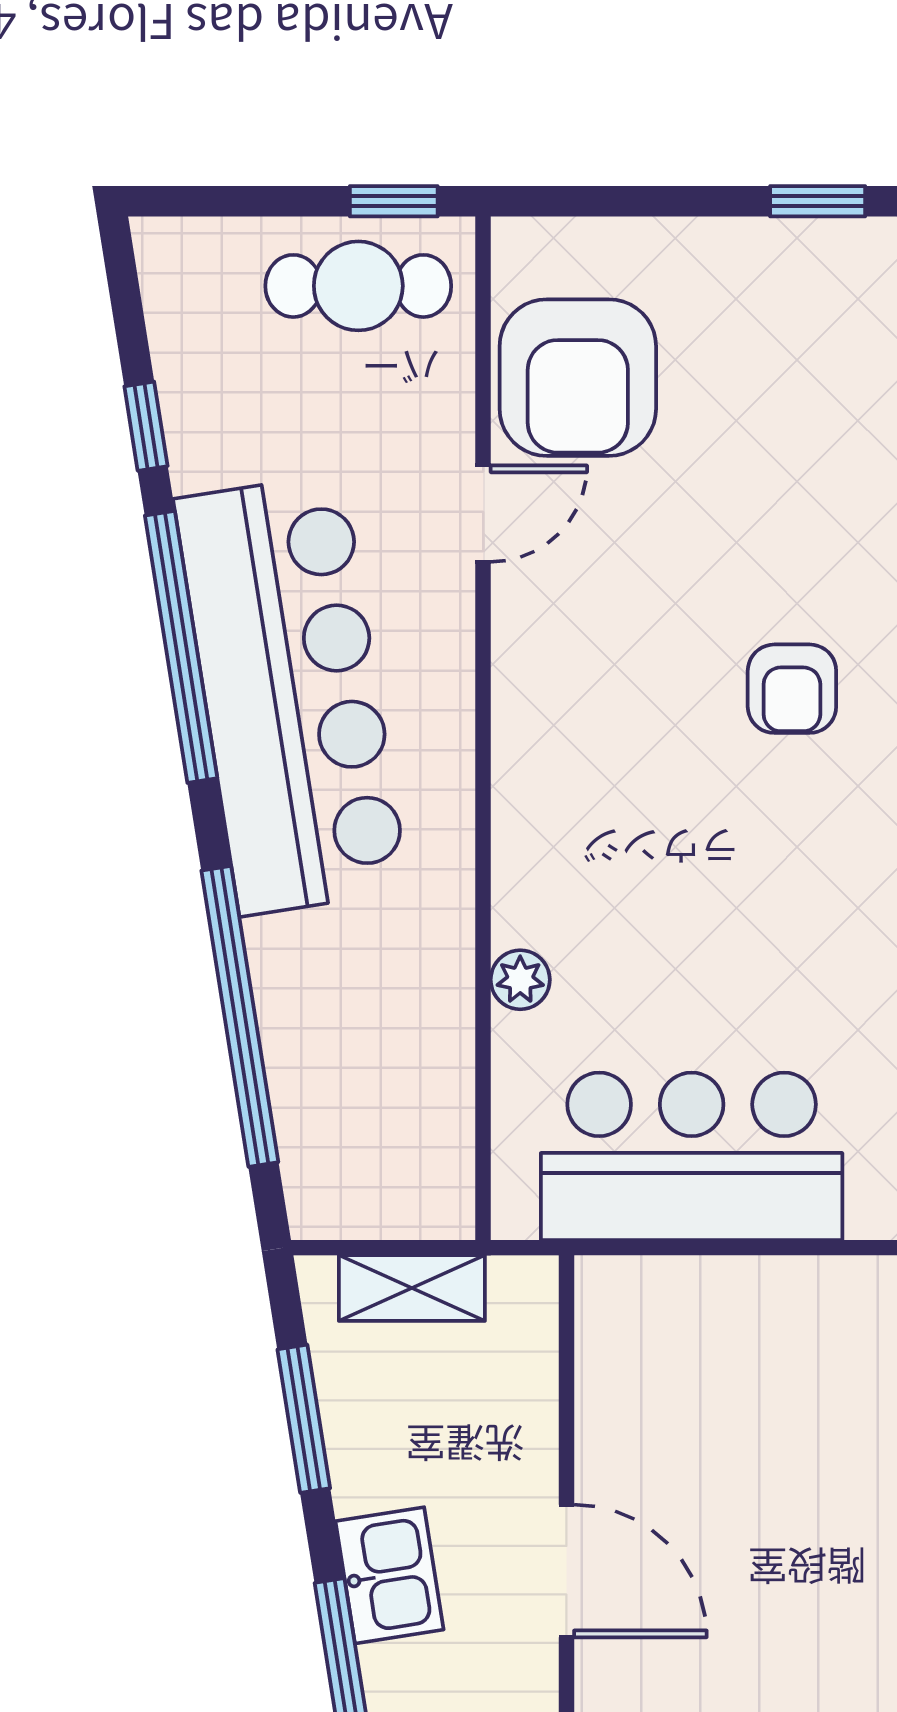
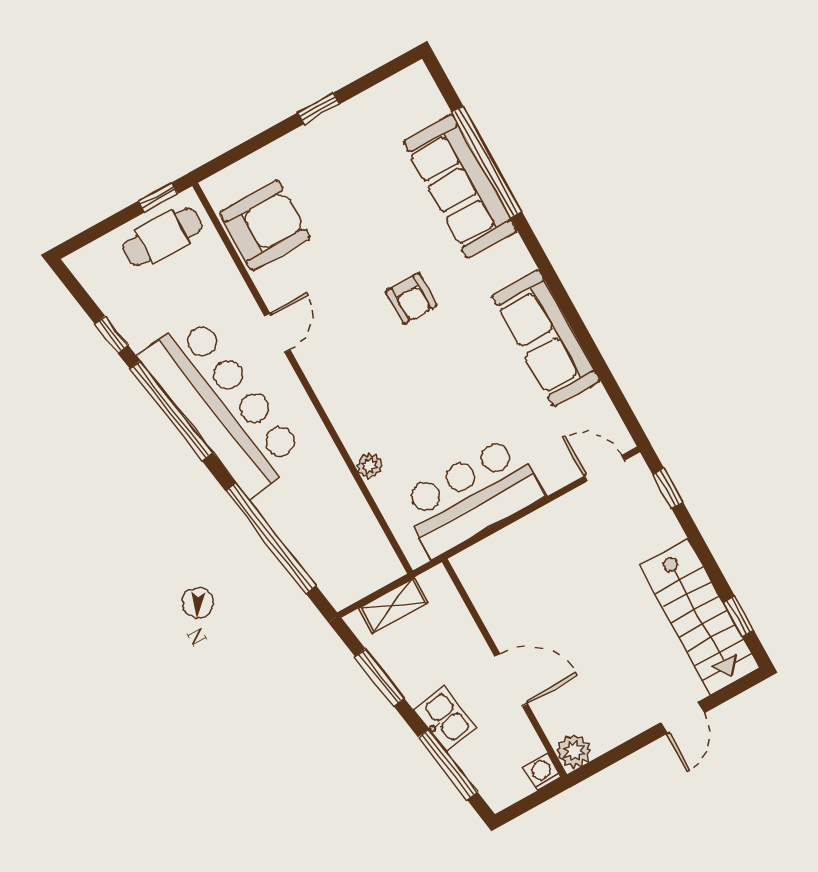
armchair: (578, 378) -> (265, 226), turned -90
door: (483, 514) -> (277, 333), moved

